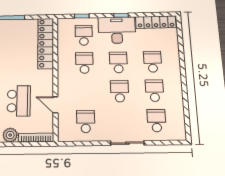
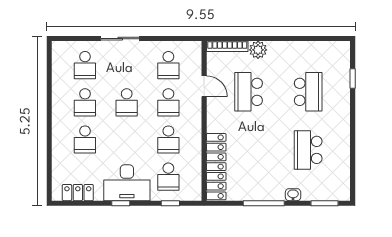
locker: (156, 22) -> (78, 193), width x0.66
school desk: (118, 62) -> (168, 102), moved

